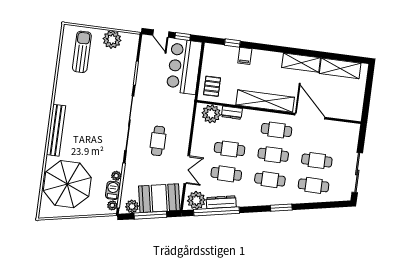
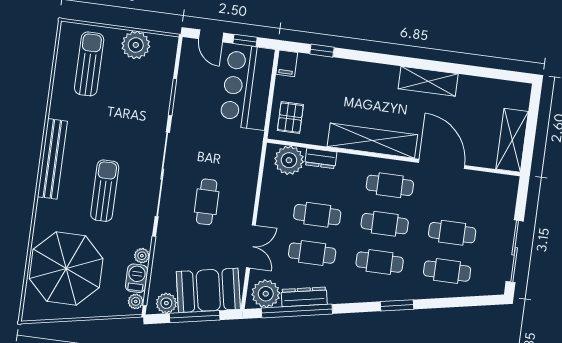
filing cabinet: (245, 56) -> (287, 63), moved
shelving: (340, 68) -> (512, 140), moved, turned 90
bench: (56, 130) -> (52, 159), moved
sun lounger: (92, 134) -> (105, 191), added

